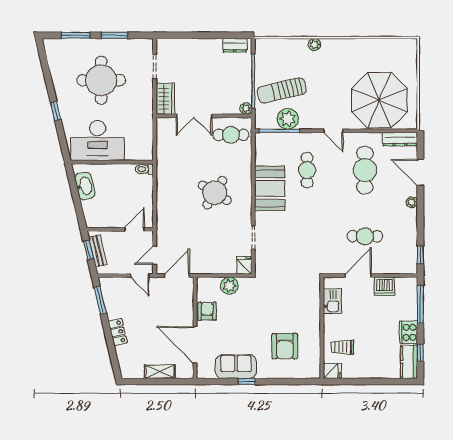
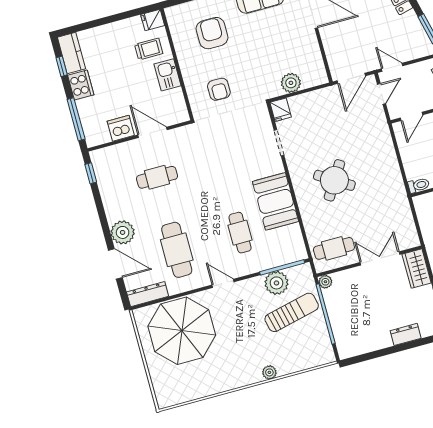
dresser: (235, 45) -> (406, 334), moved
plant: (412, 202) -> (123, 232), width x1.88, depth x1.88
door: (358, 276) -> (153, 132), swing flipped
kitchen sink: (332, 301) -> (168, 75), moved
armchair: (207, 311) -> (219, 89), moved

